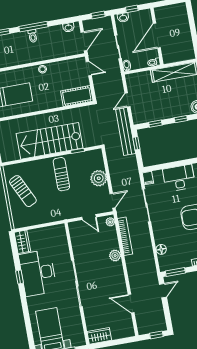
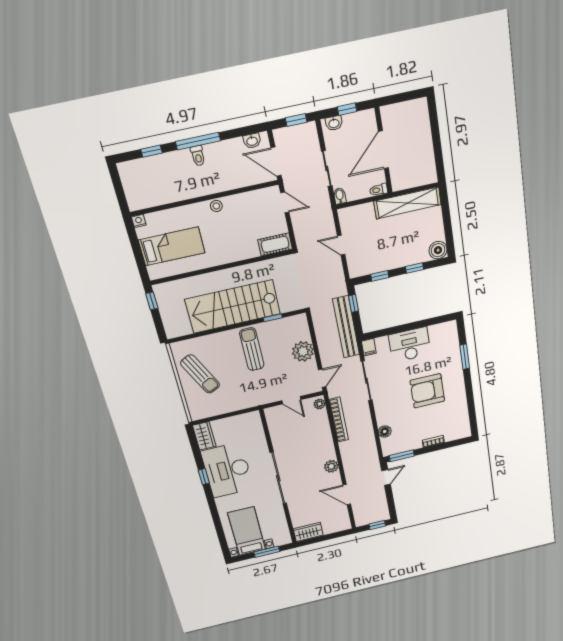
door: (84, 41) -> (276, 162), swing flipped
cot: (77, 96) -> (275, 244), width x0.73, depth x0.75
door: (128, 100) -> (341, 245), hinge flipped
bench: (126, 131) -> (346, 327), moved
plant: (115, 256) -> (331, 466), moved

